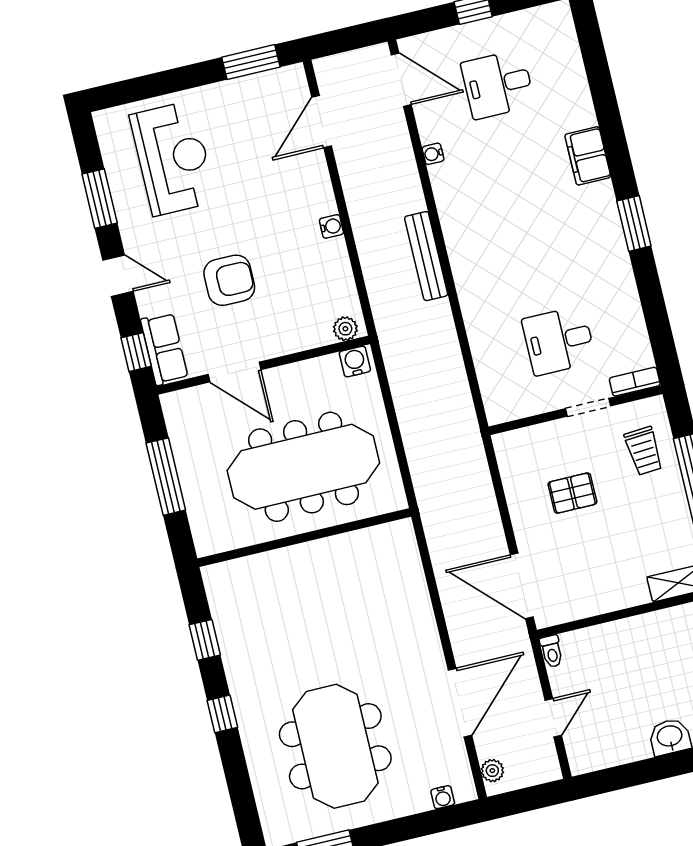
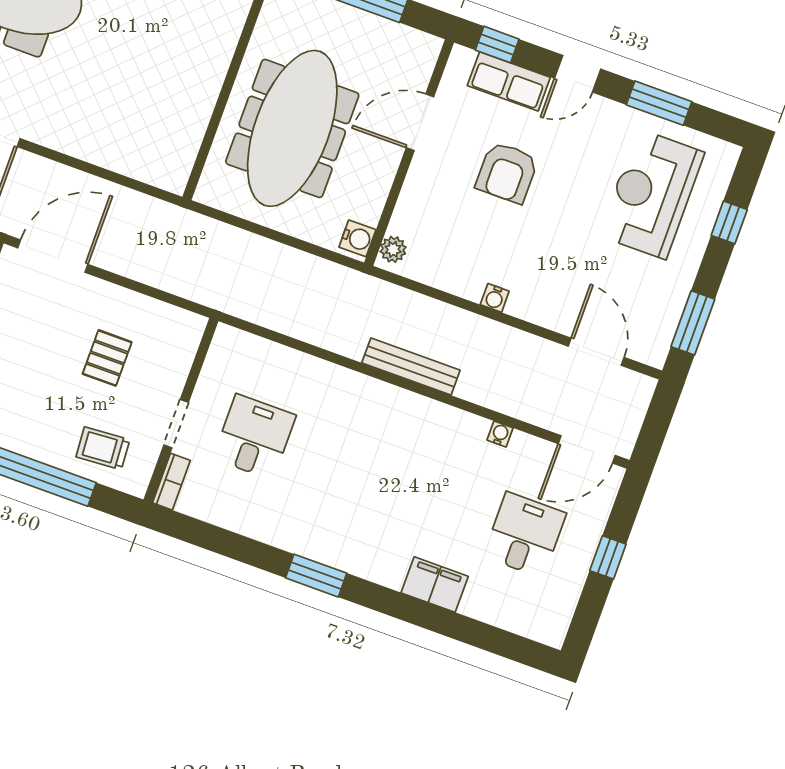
window: (156, 85) -> (729, 222), added
filing cabinet: (588, 156) -> (435, 585), moved
reception desk: (173, 158) -> (652, 194), turned 90
row of seats: (164, 349) -> (509, 81), moved

